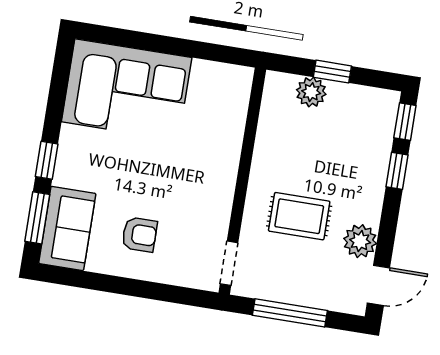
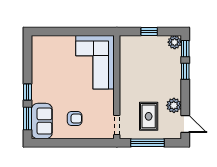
corner sofa: (127, 90) -> (95, 62), moved, turned 90
plant: (311, 92) -> (175, 42), moved
rug: (299, 216) -> (149, 116), moved, turned 90
door: (378, 285) -> (185, 124), hinge flipped

